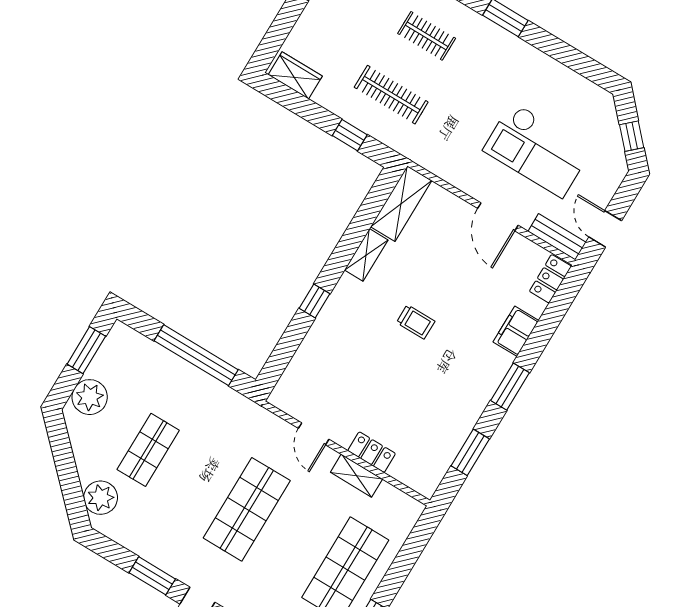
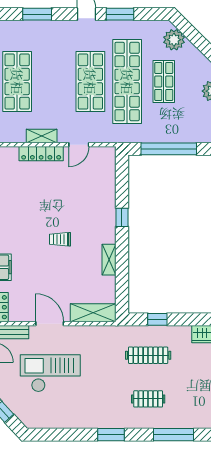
shelving: (401, 204) -> (93, 313), moved, turned 90
door: (314, 434) -> (79, 145), swing flipped
locker: (372, 452) -> (41, 154), width x1.53
shop shelf: (197, 480) -> (127, 81), added

